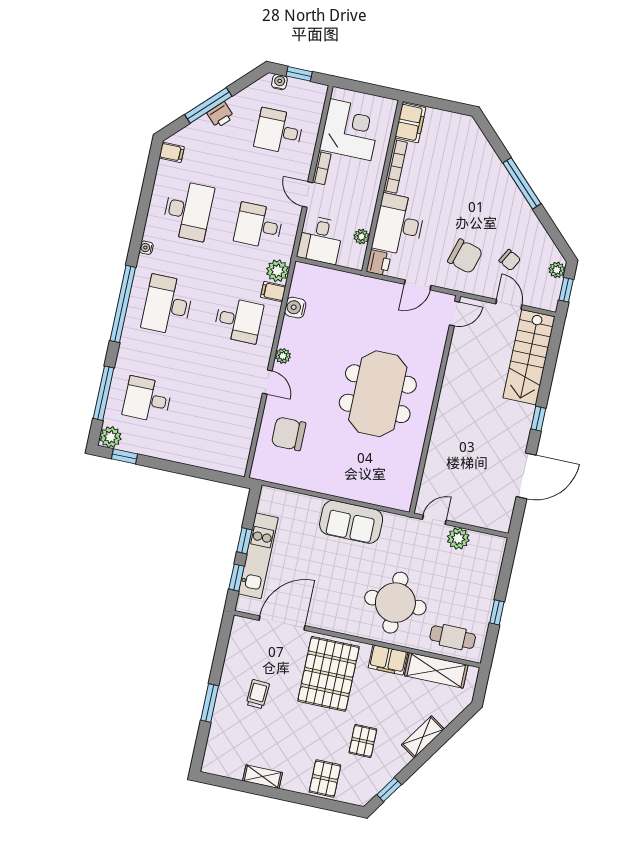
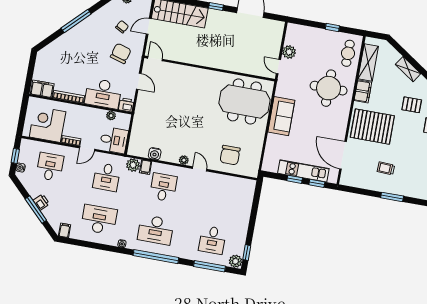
desk: (279, 131) -> (50, 167), turned 180
door: (267, 382) -> (200, 169), hinge flipped
meeting table: (378, 394) -> (244, 101), moved

